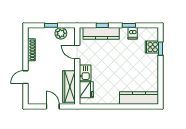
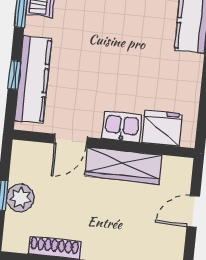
plant: (61, 33) -> (20, 198), moved
wardrobe: (69, 87) -> (123, 165), moved

